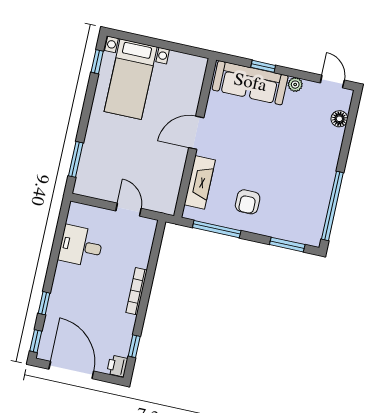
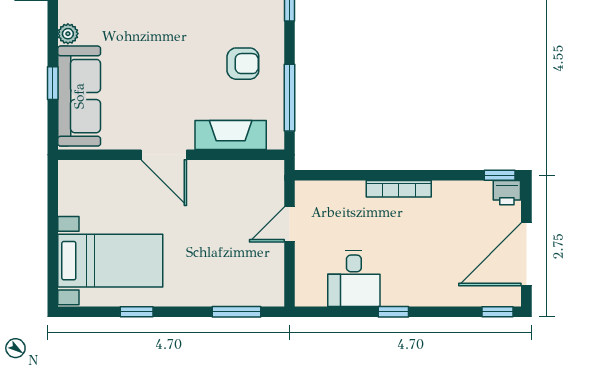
window: (97, 62) -> (137, 312), moved
window: (44, 303) -> (393, 312), moved
window: (134, 346) -> (500, 175), moved

